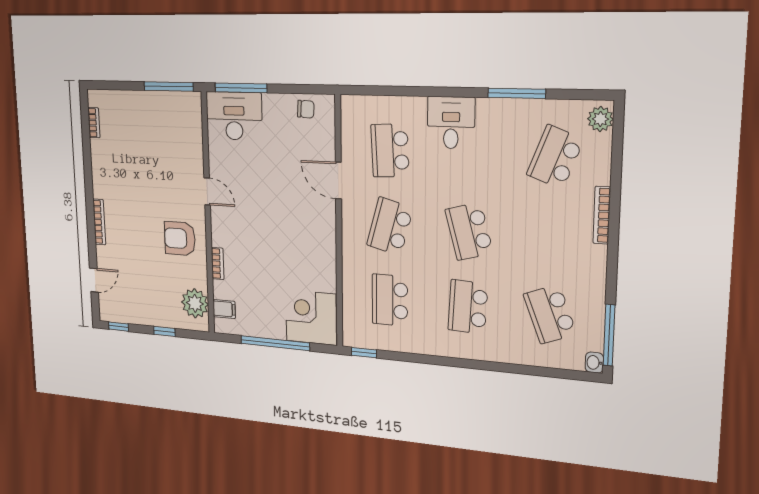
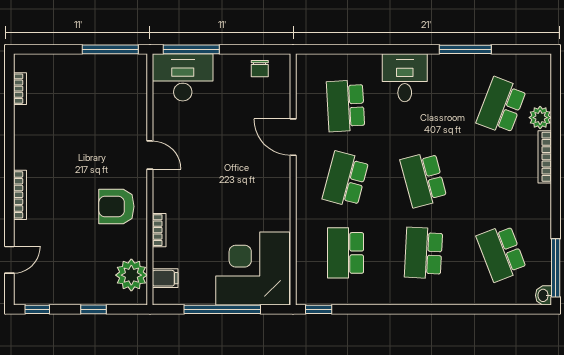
chair: (306, 109) -> (260, 69), turned 87
plant: (600, 119) -> (540, 118), moved
corner desk: (311, 317) -> (253, 269), width x1.36, depth x1.36

